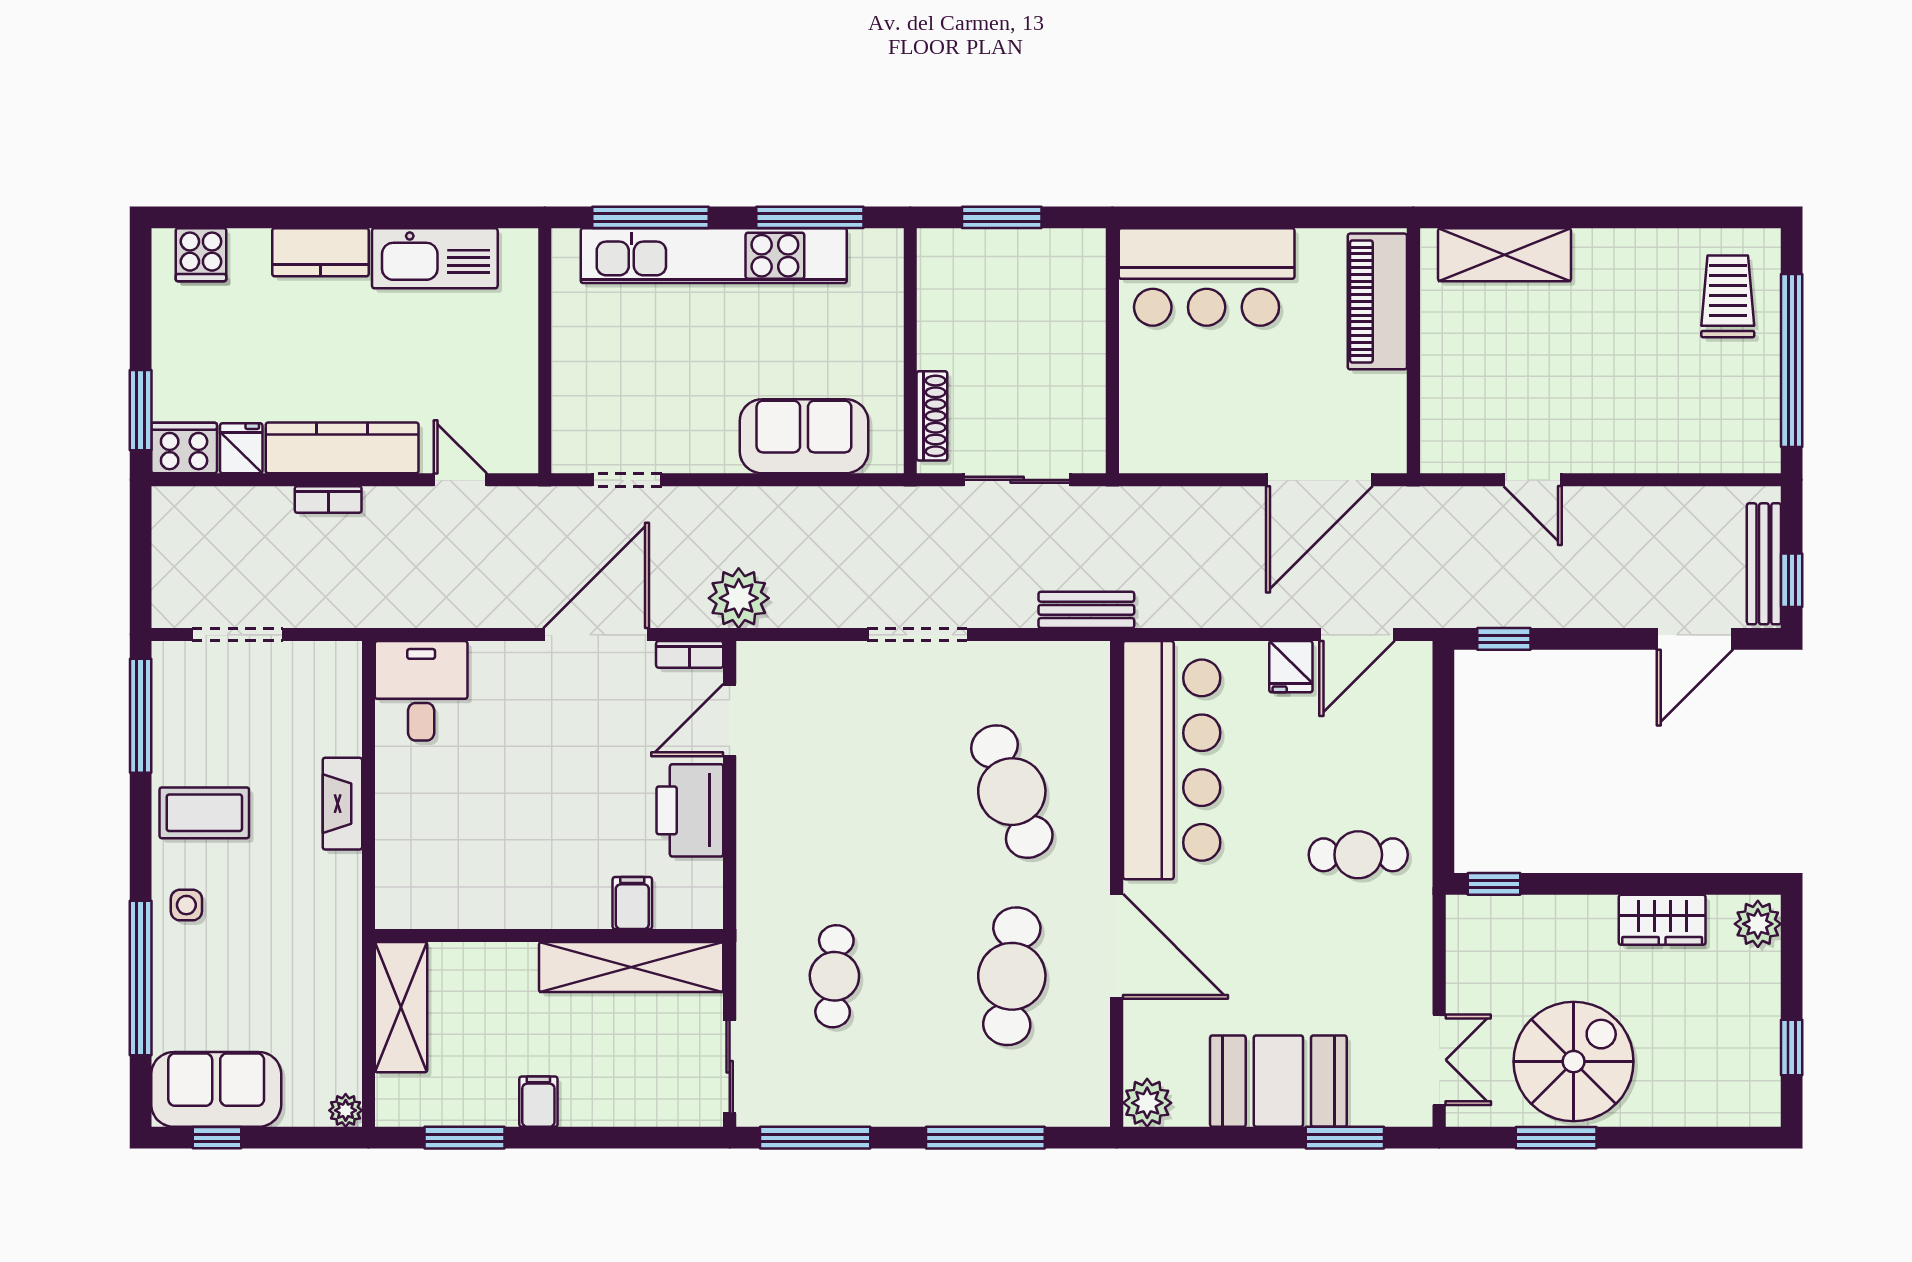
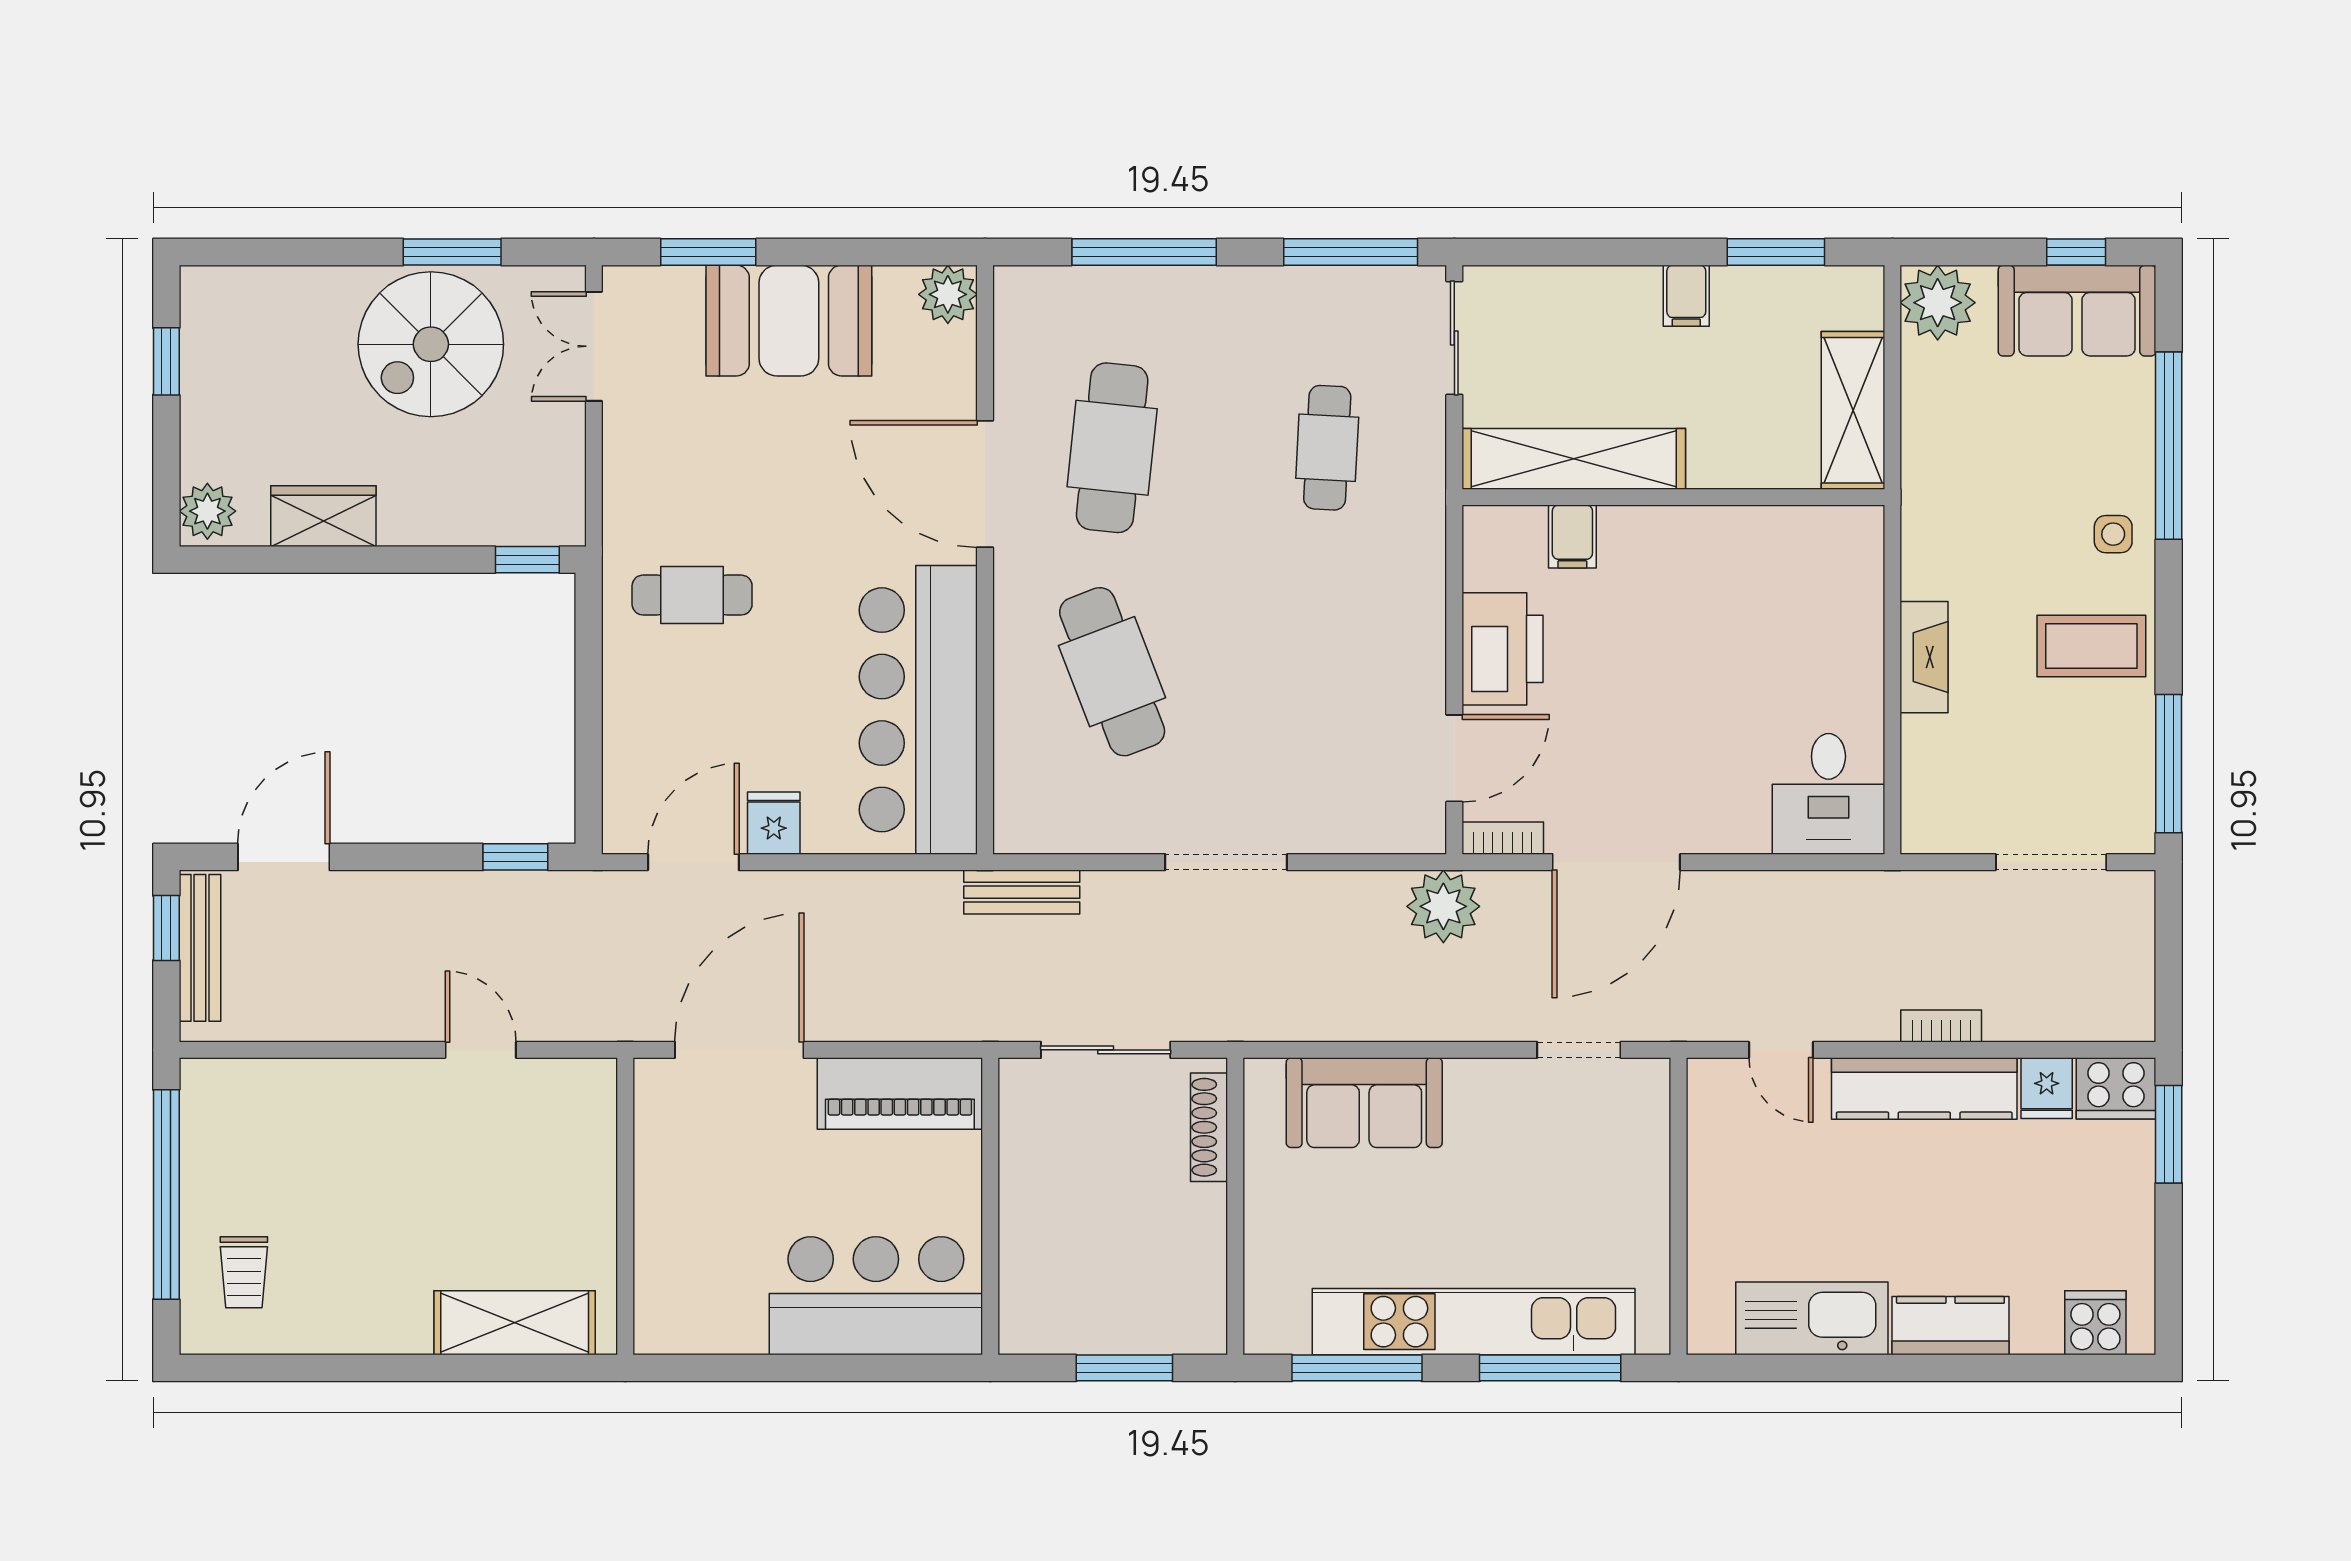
trolley: (1728, 296) -> (244, 1272), width x0.73, depth x0.72
piano: (1377, 301) -> (900, 1094), moved, turned 90
plant: (346, 1110) -> (1938, 303), width x1.88, depth x1.88

